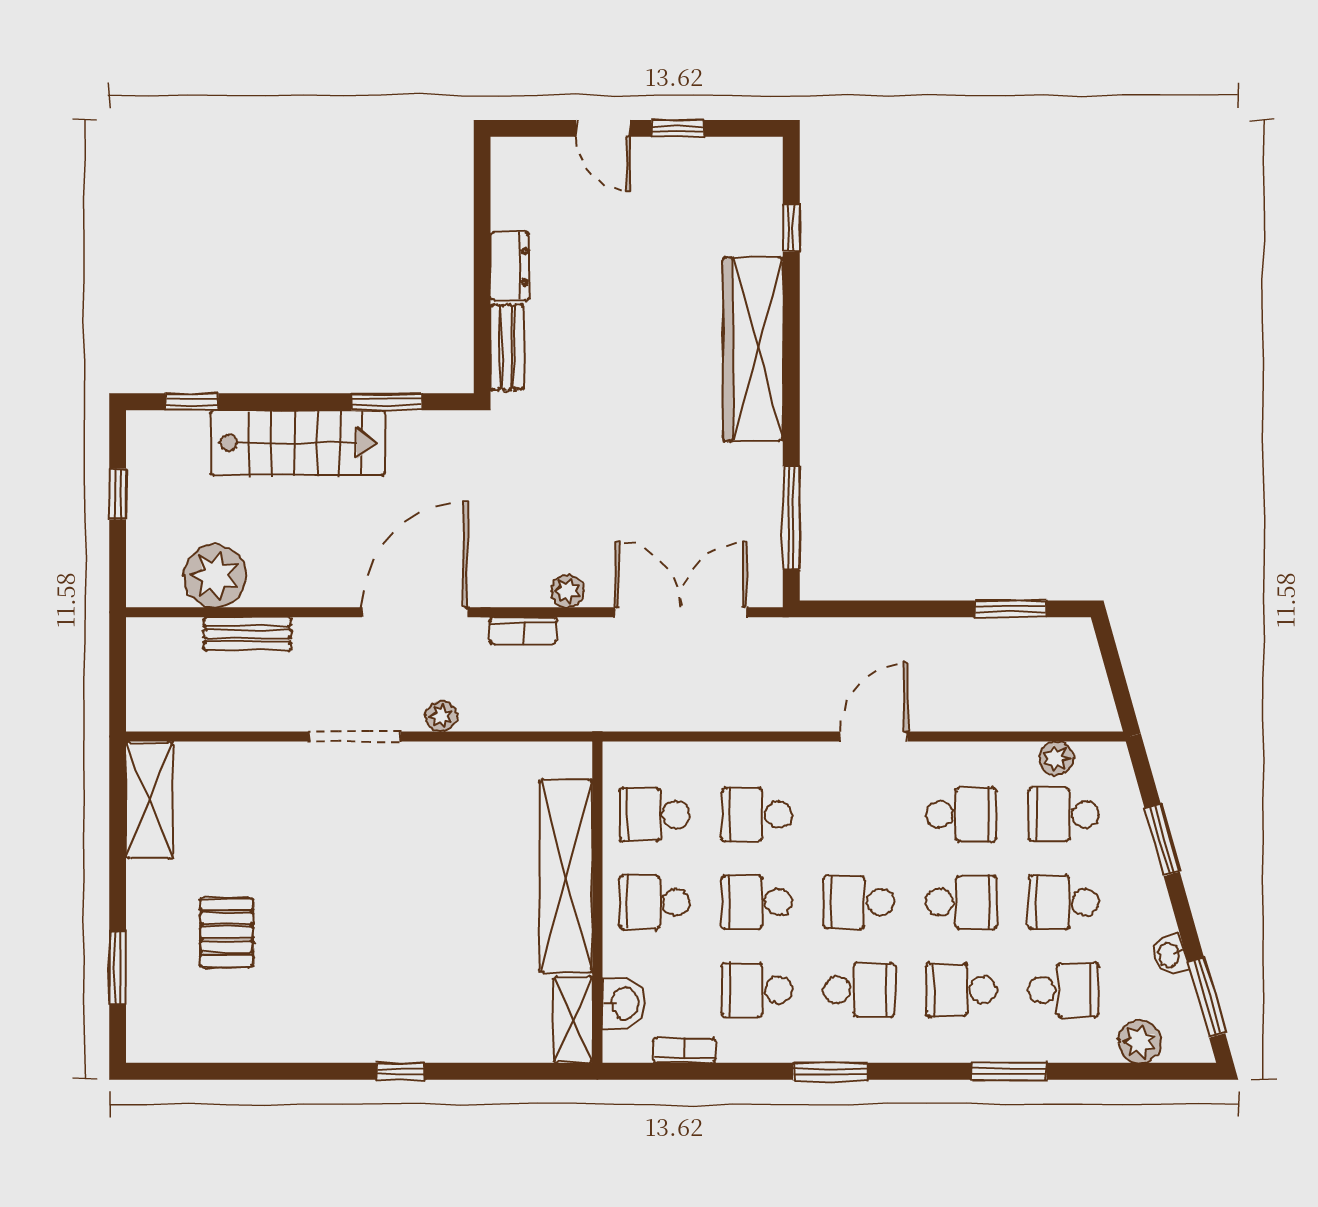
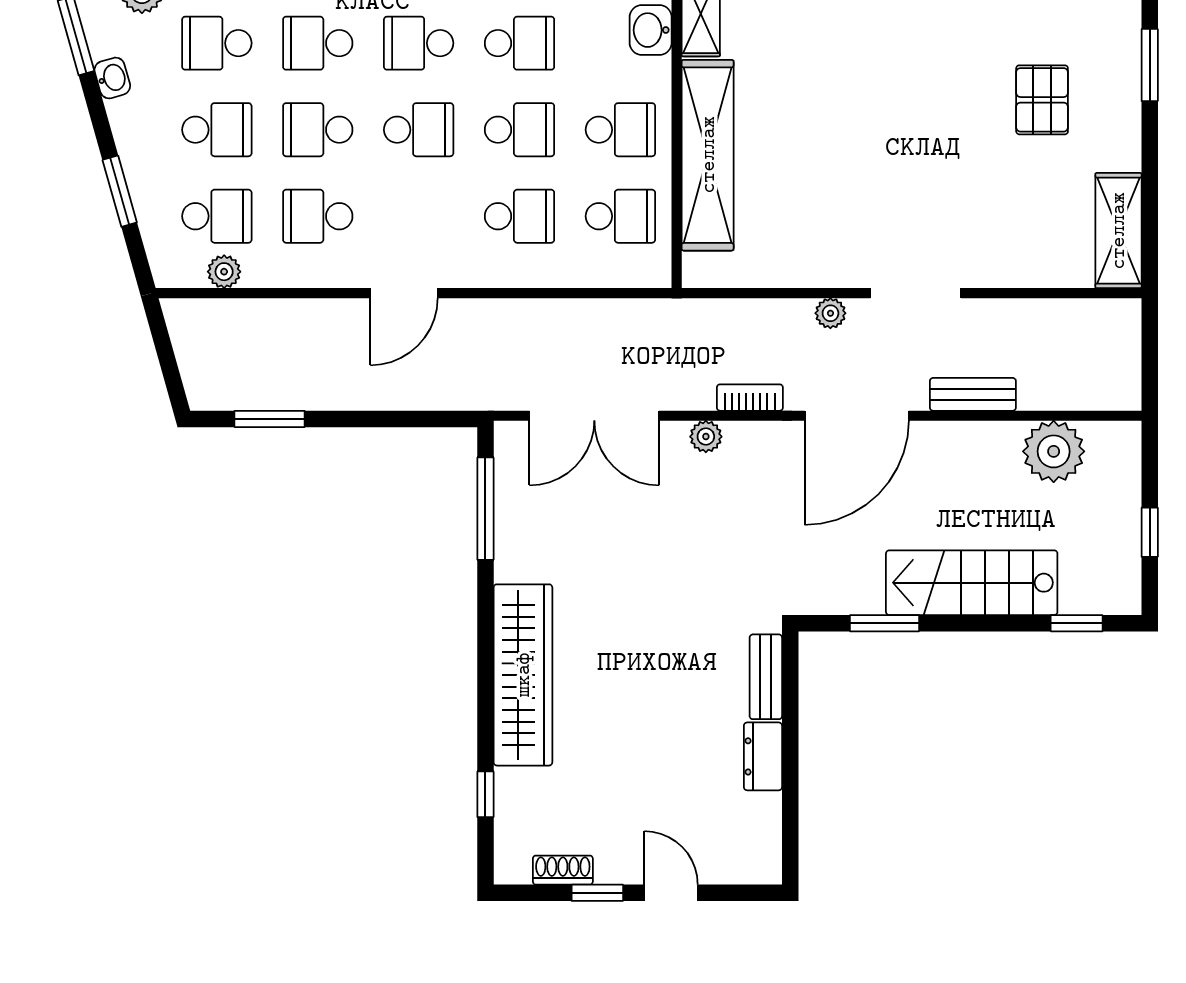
shoe rack: (713, 151) -> (563, 870), added
bench: (247, 634) -> (973, 394), moved
school desk: (961, 990) -> (318, 43), turned 180

